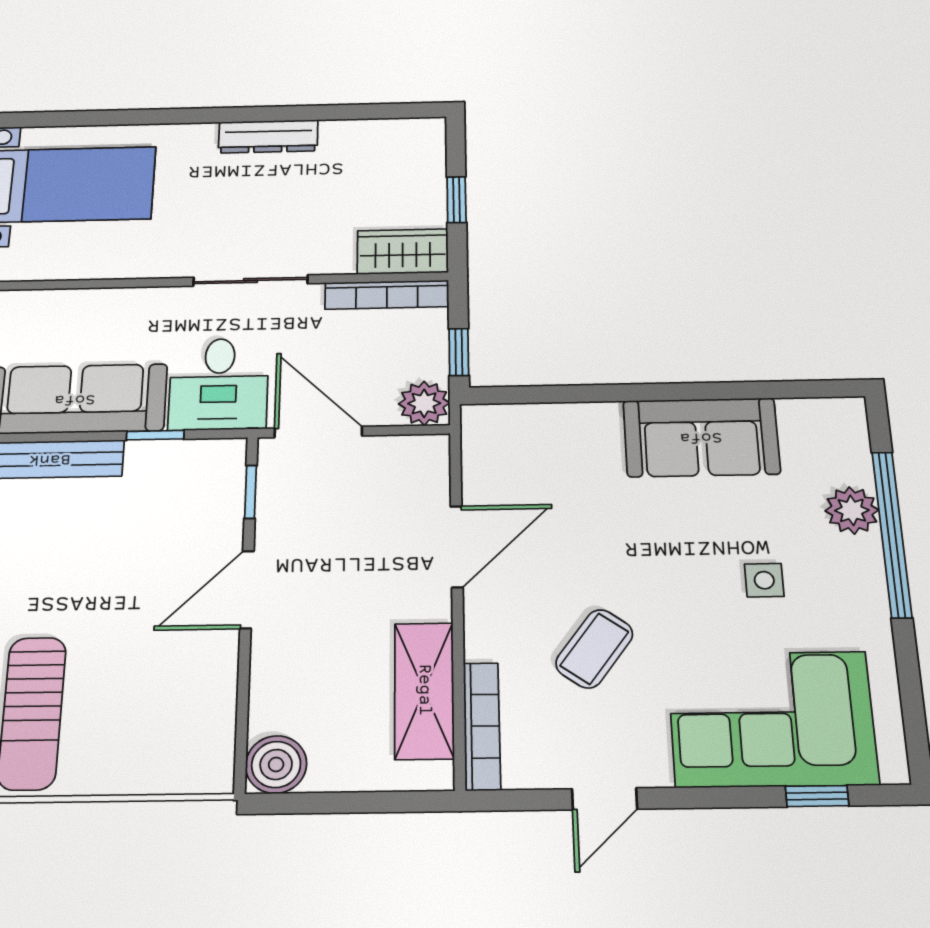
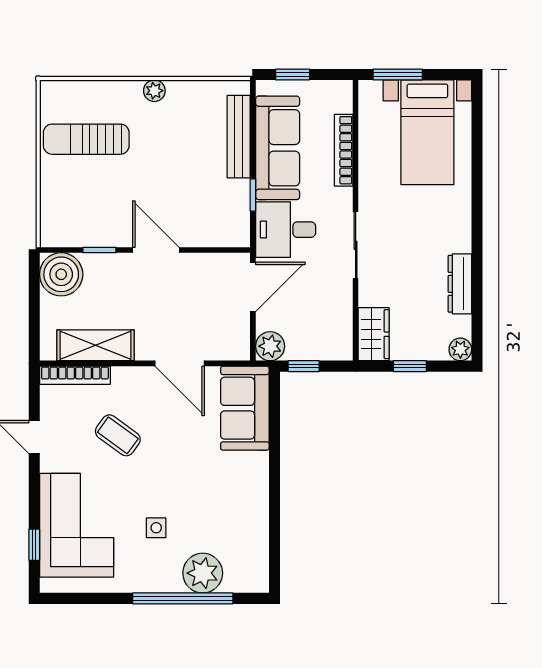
plant: (428, 132) -> (460, 349), added
dresser: (268, 136) -> (460, 284), moved
bookcase: (387, 295) -> (344, 150), moved
sofa: (701, 437) -> (245, 408), moved
window: (251, 492) -> (99, 250), moved
plant: (852, 510) -> (203, 573), width x1.36, depth x1.36
boiler: (276, 765) -> (61, 274), width x1.37, depth x1.37

